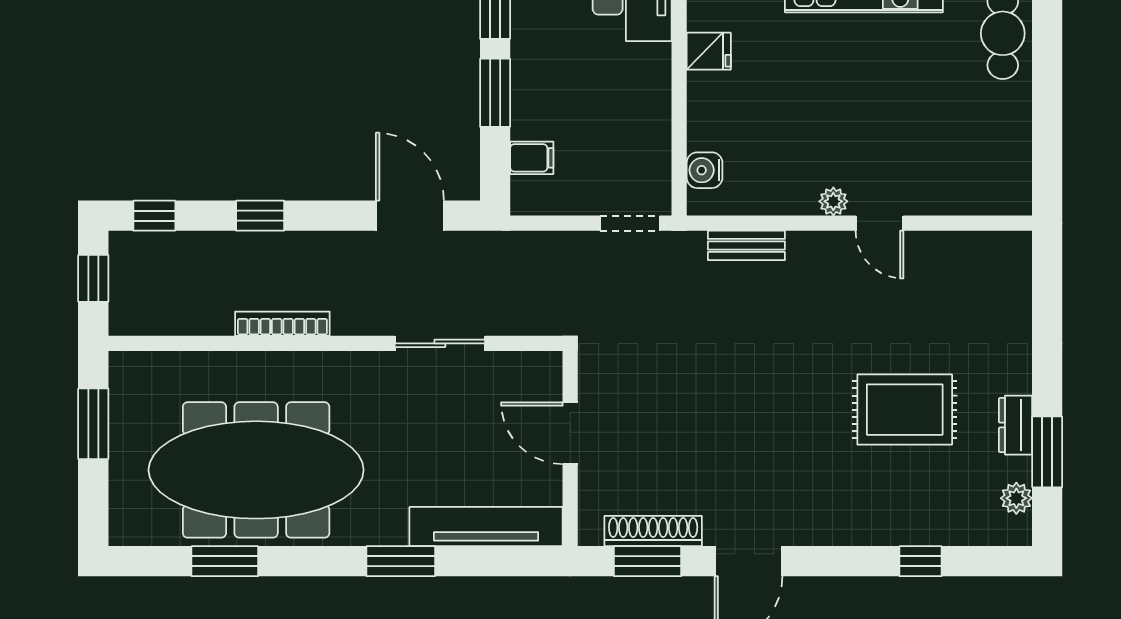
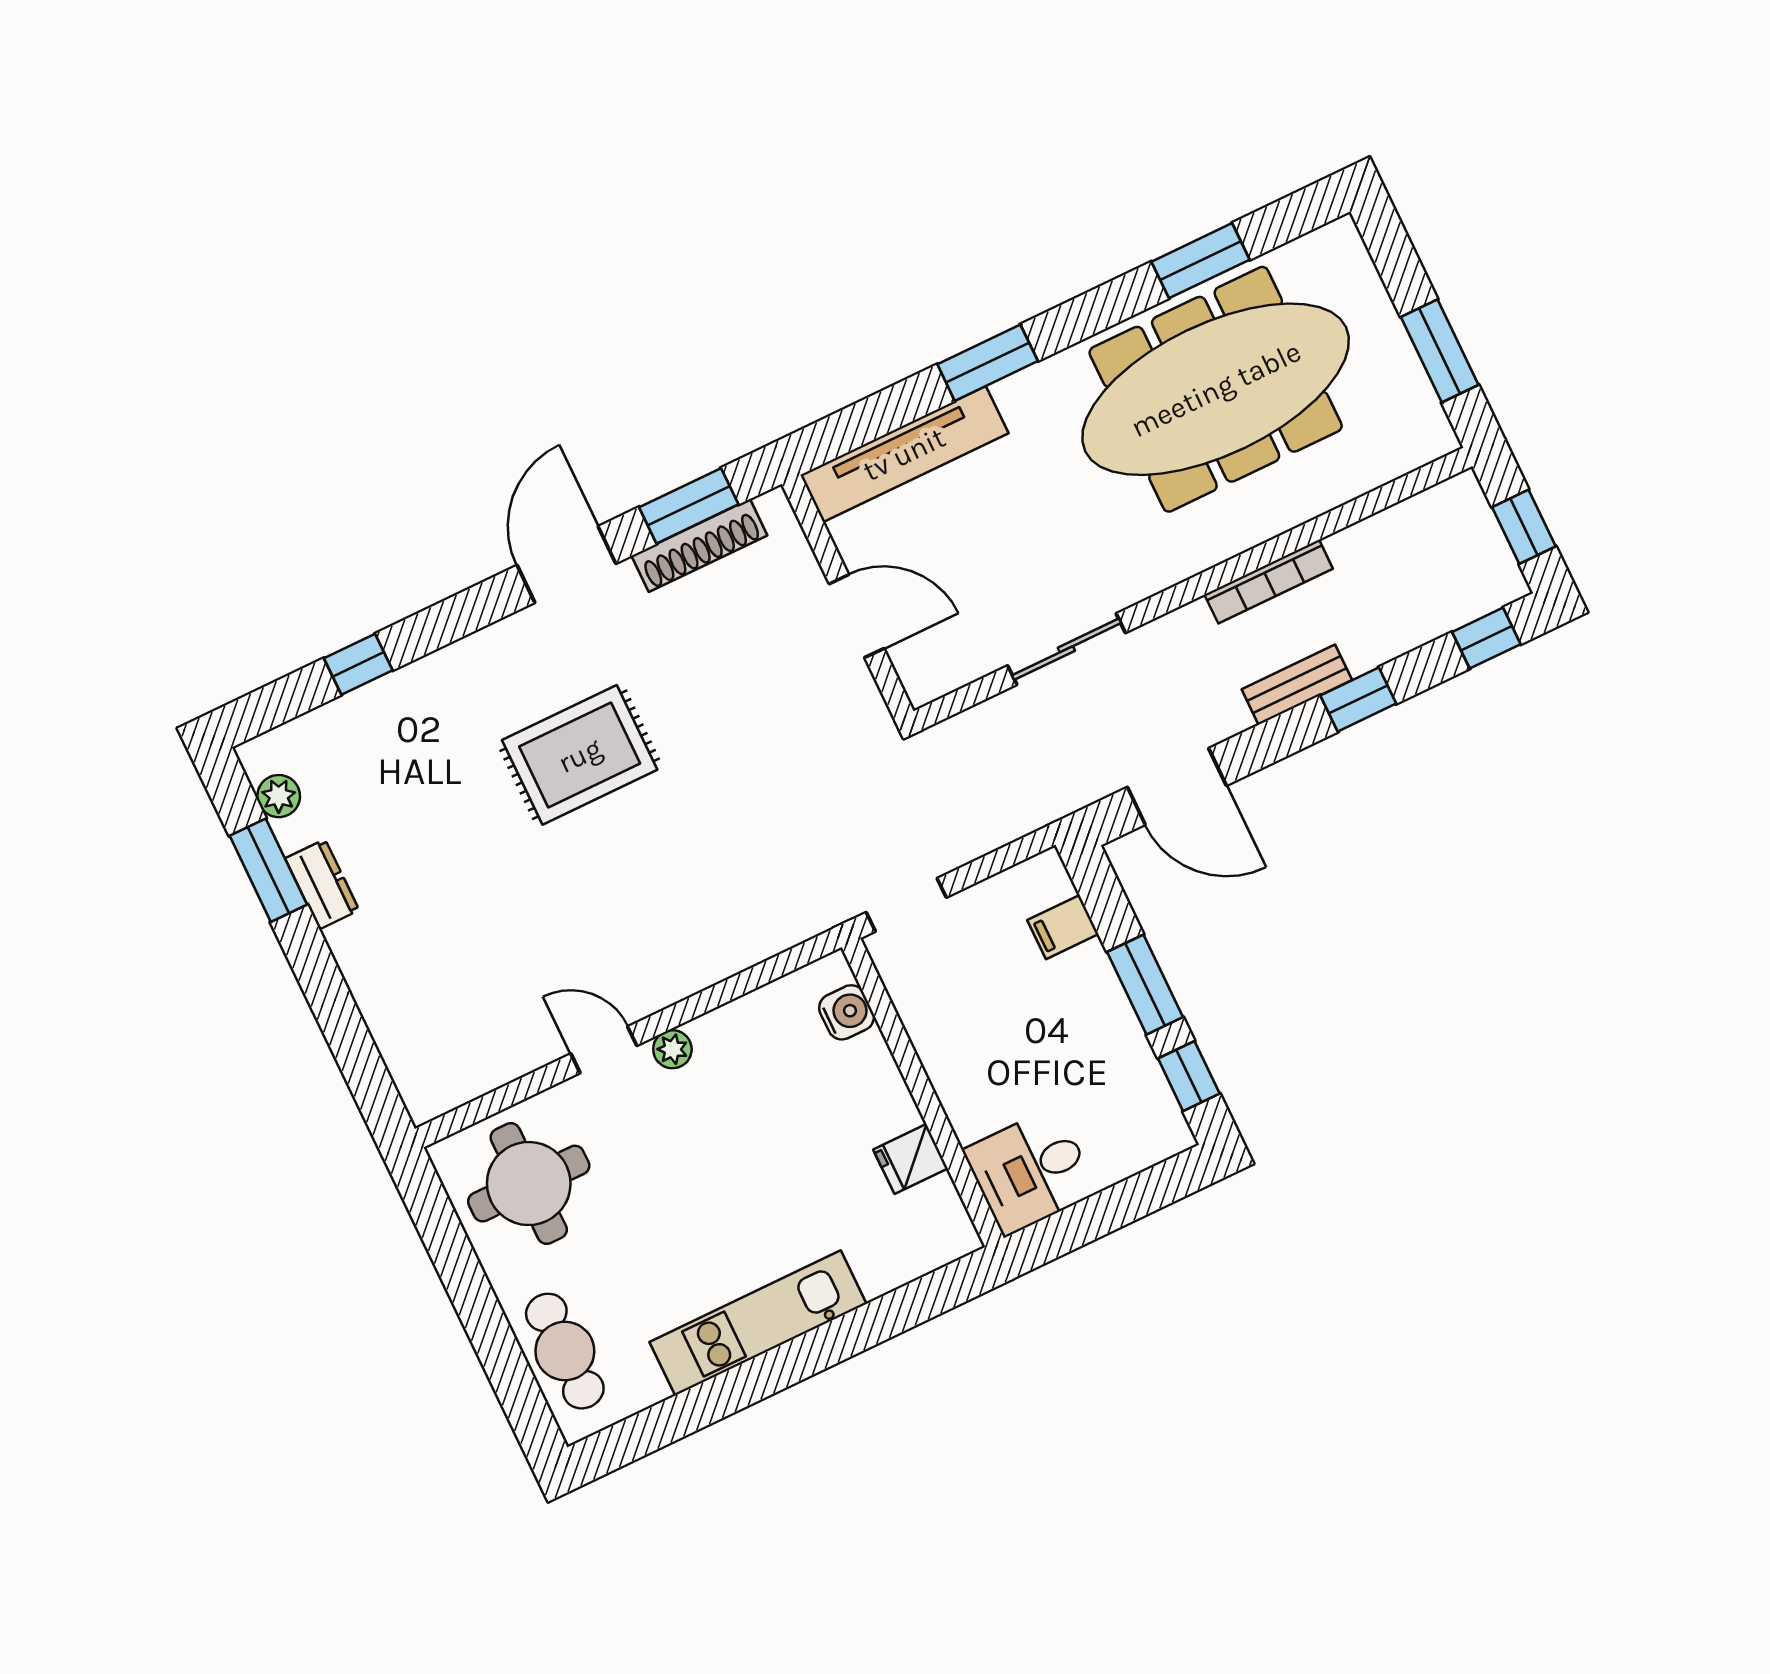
round table: (973, 157) -> (529, 1184), added
bench: (746, 245) -> (1297, 685), moved
rug: (905, 410) -> (580, 755), moved

